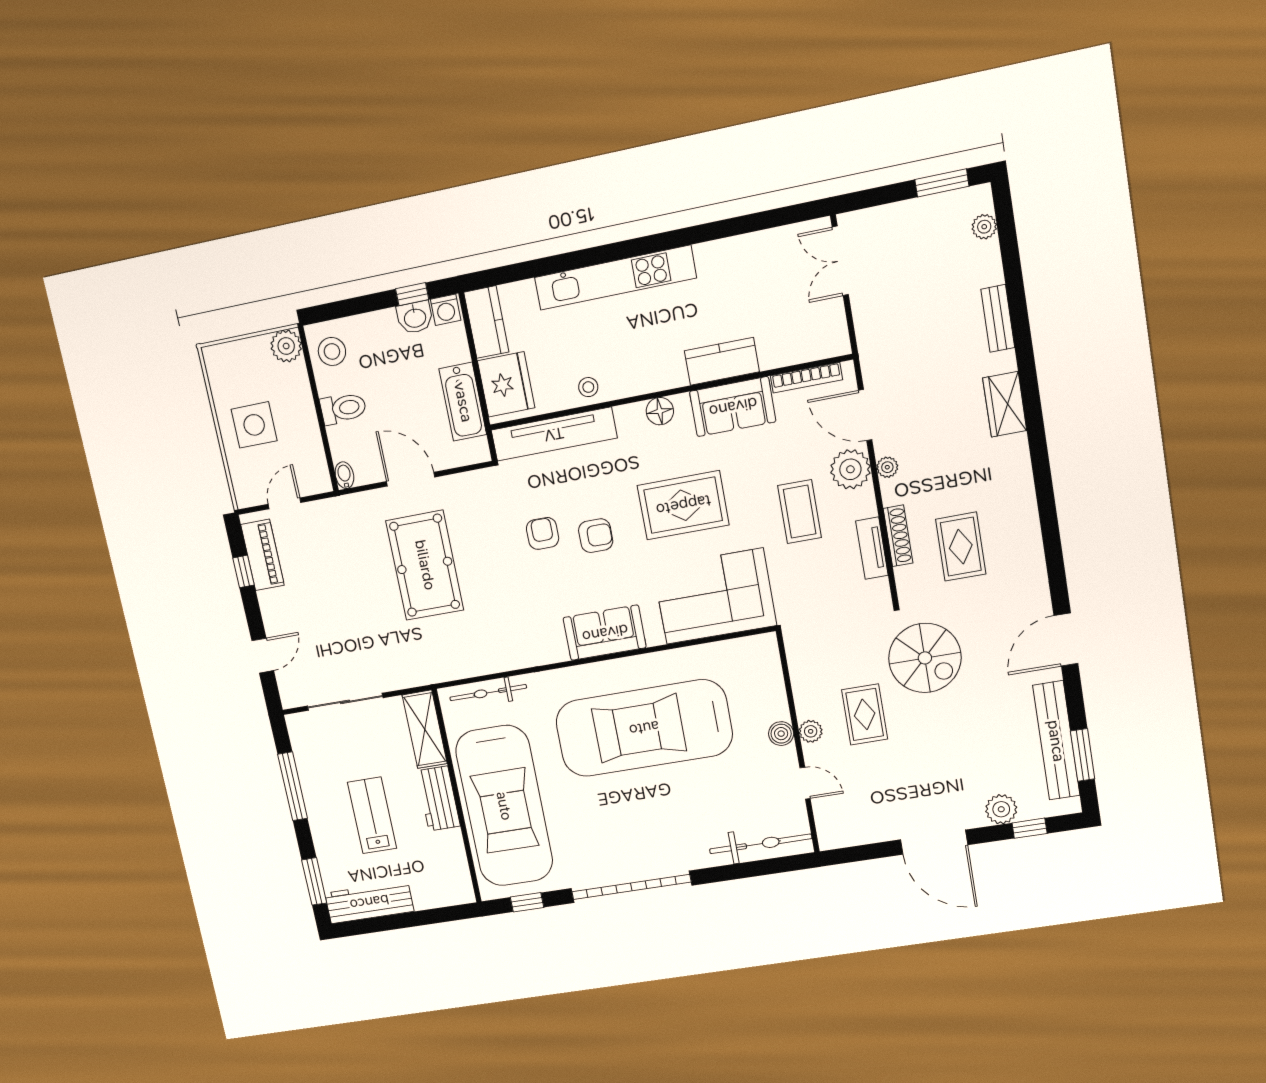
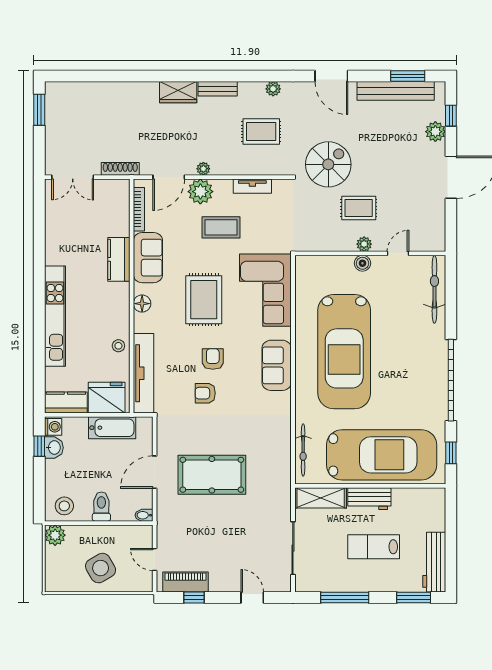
plant: (984, 227) -> (273, 89), moved
bench: (998, 318) -> (218, 89), moved
side table: (254, 425) -> (101, 568), turned -30
shoe rack: (898, 536) -> (120, 169), moved

